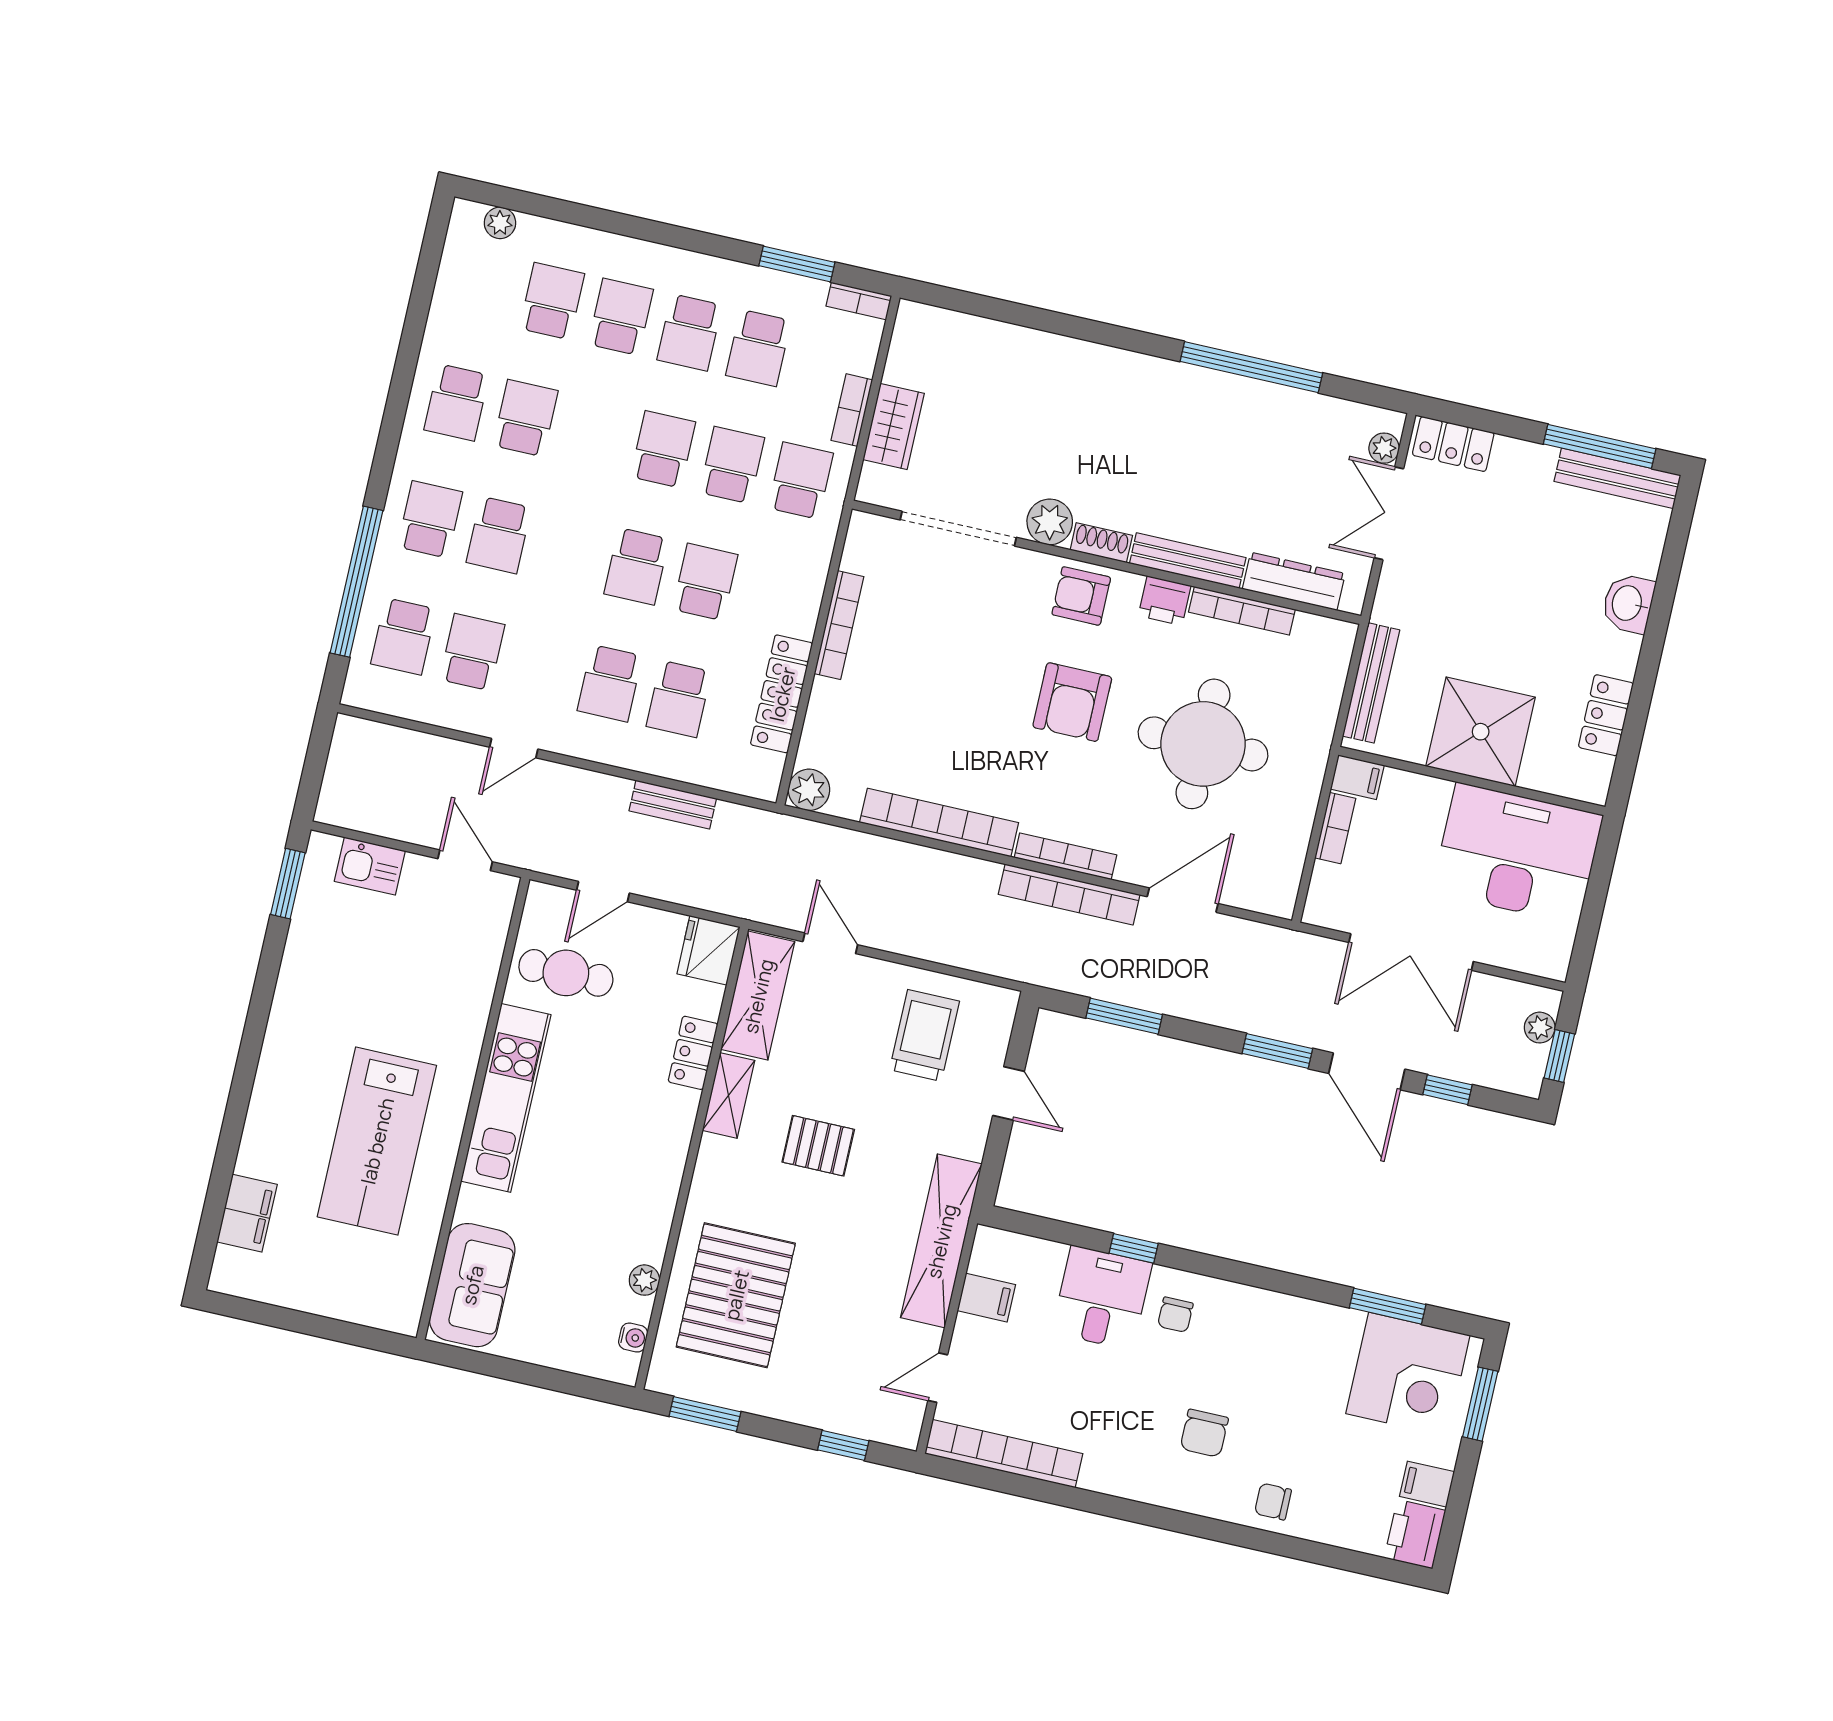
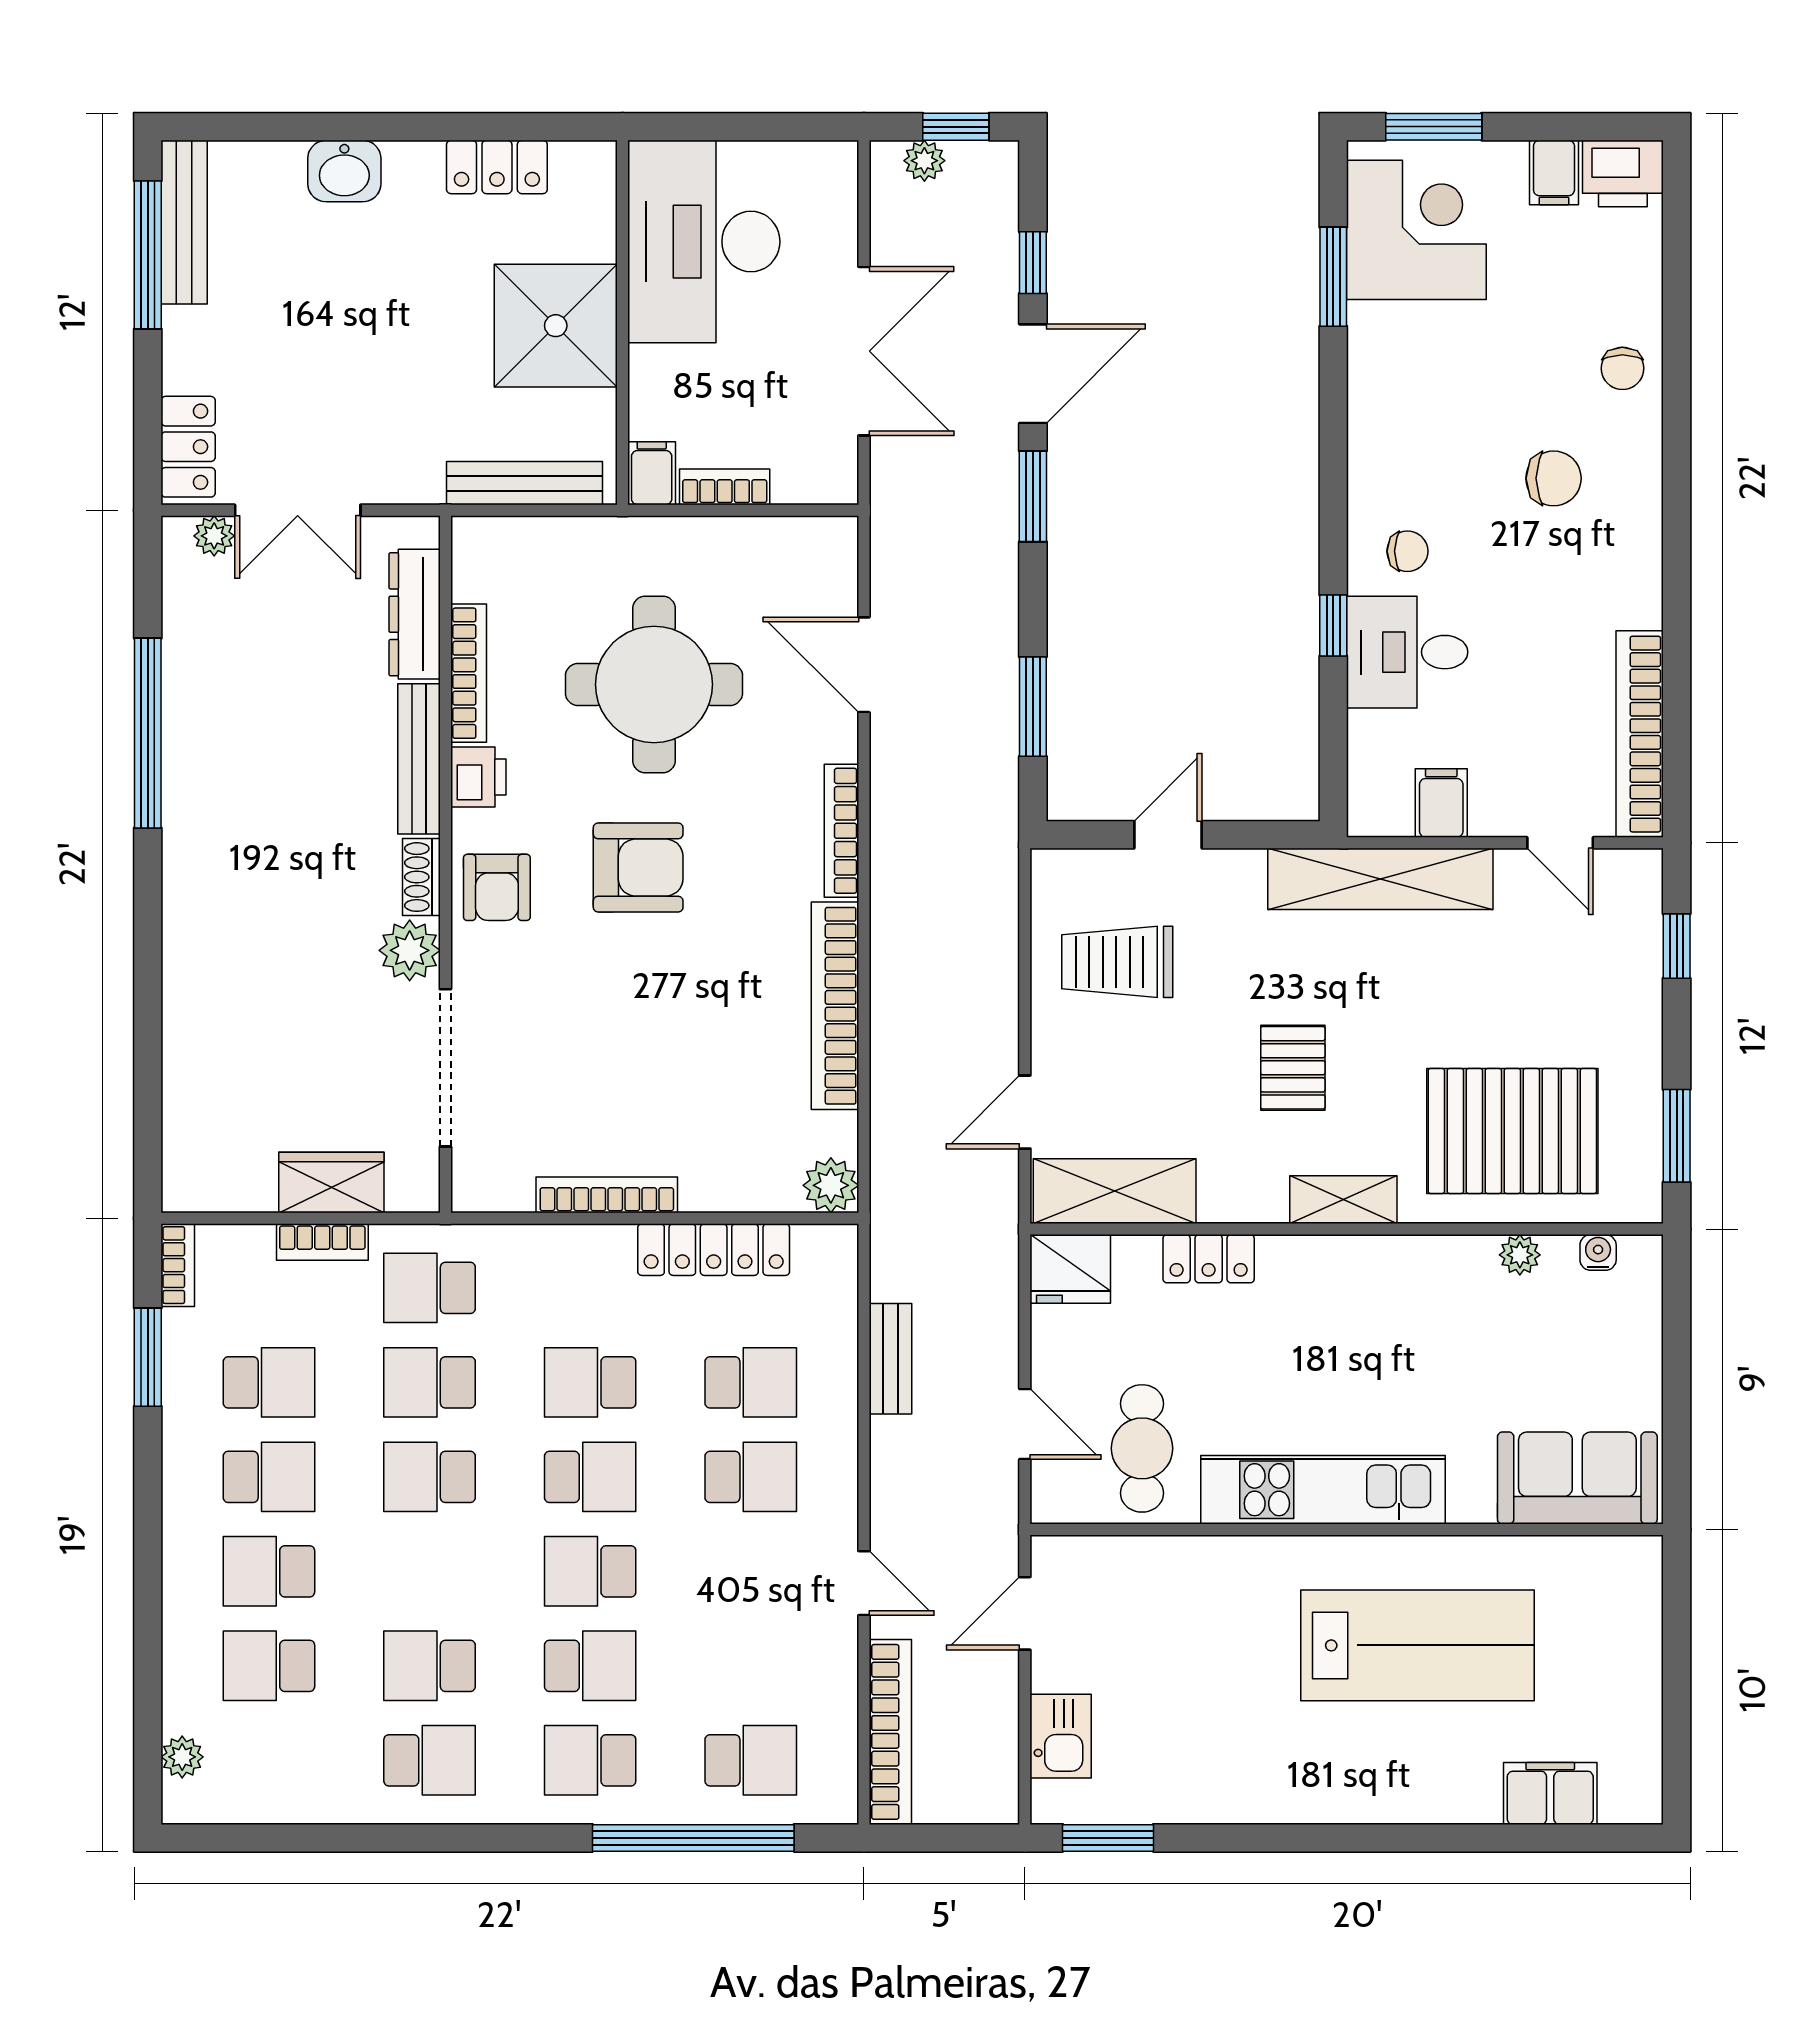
school desk: (472, 652) -> (590, 1571), moved
bookcase: (1069, 894) -> (890, 1732), moved
shelving: (729, 1095) -> (1343, 1200), moved

